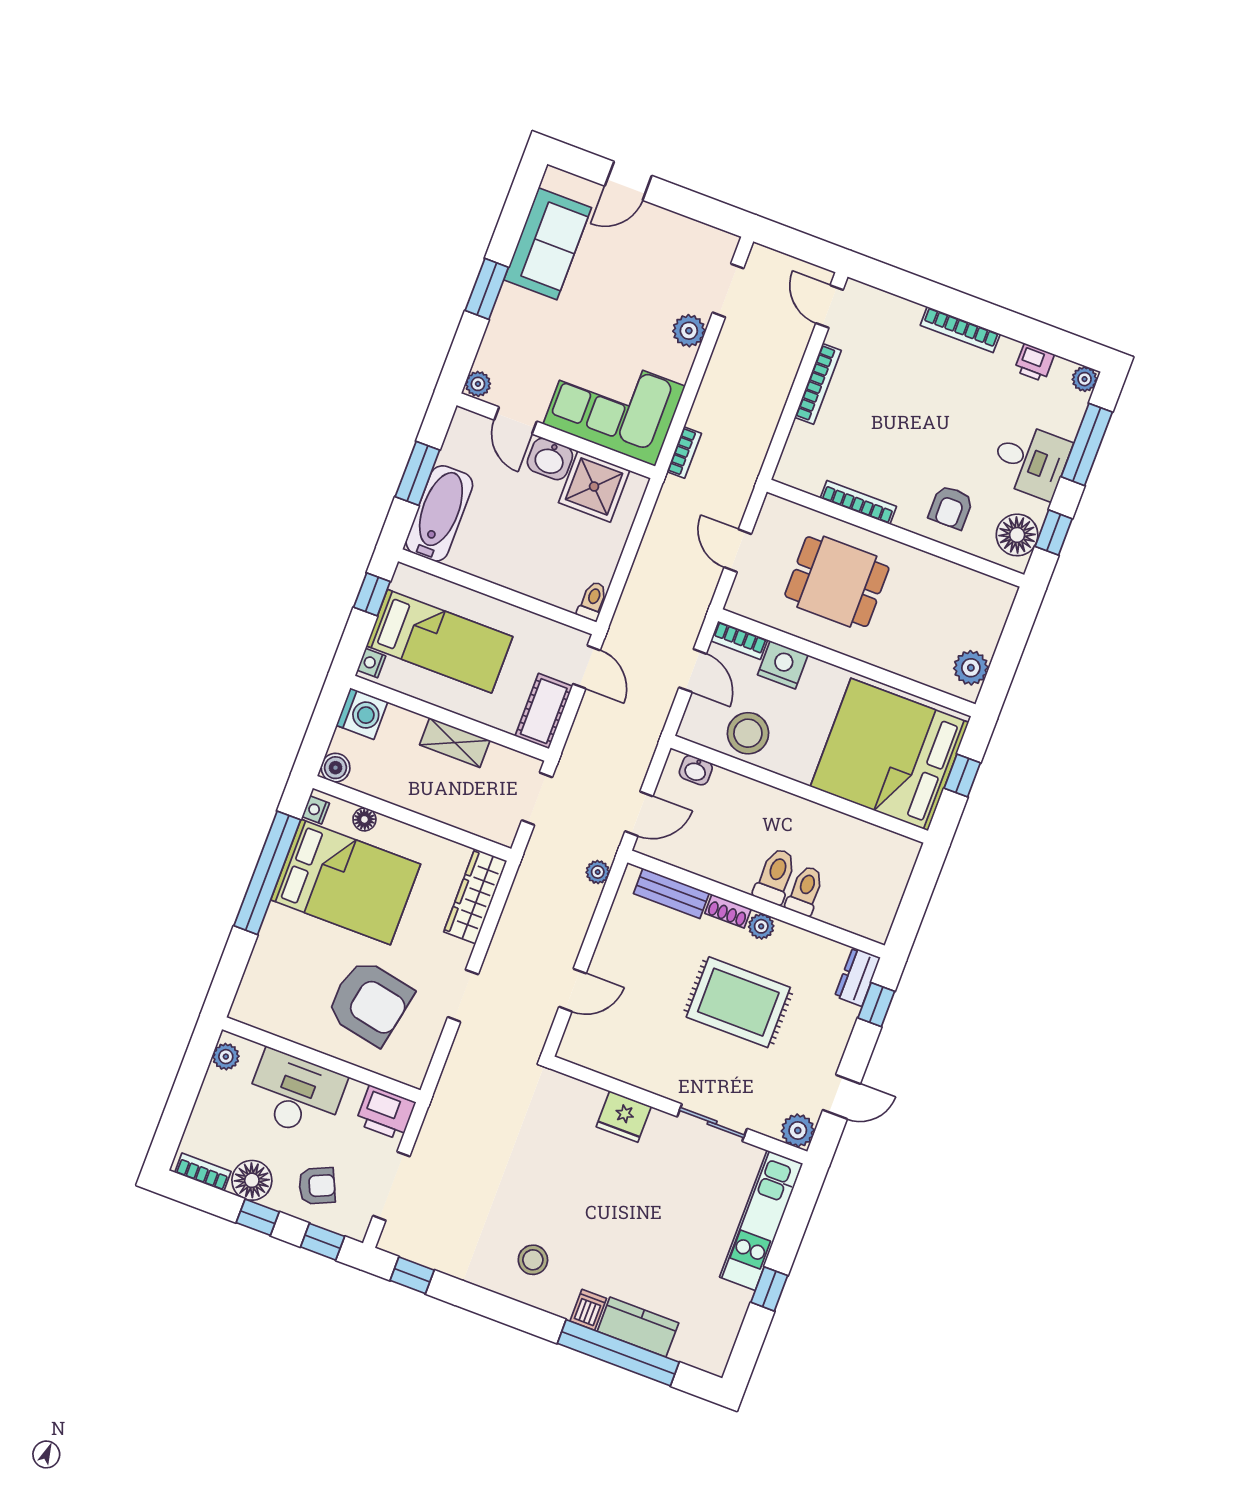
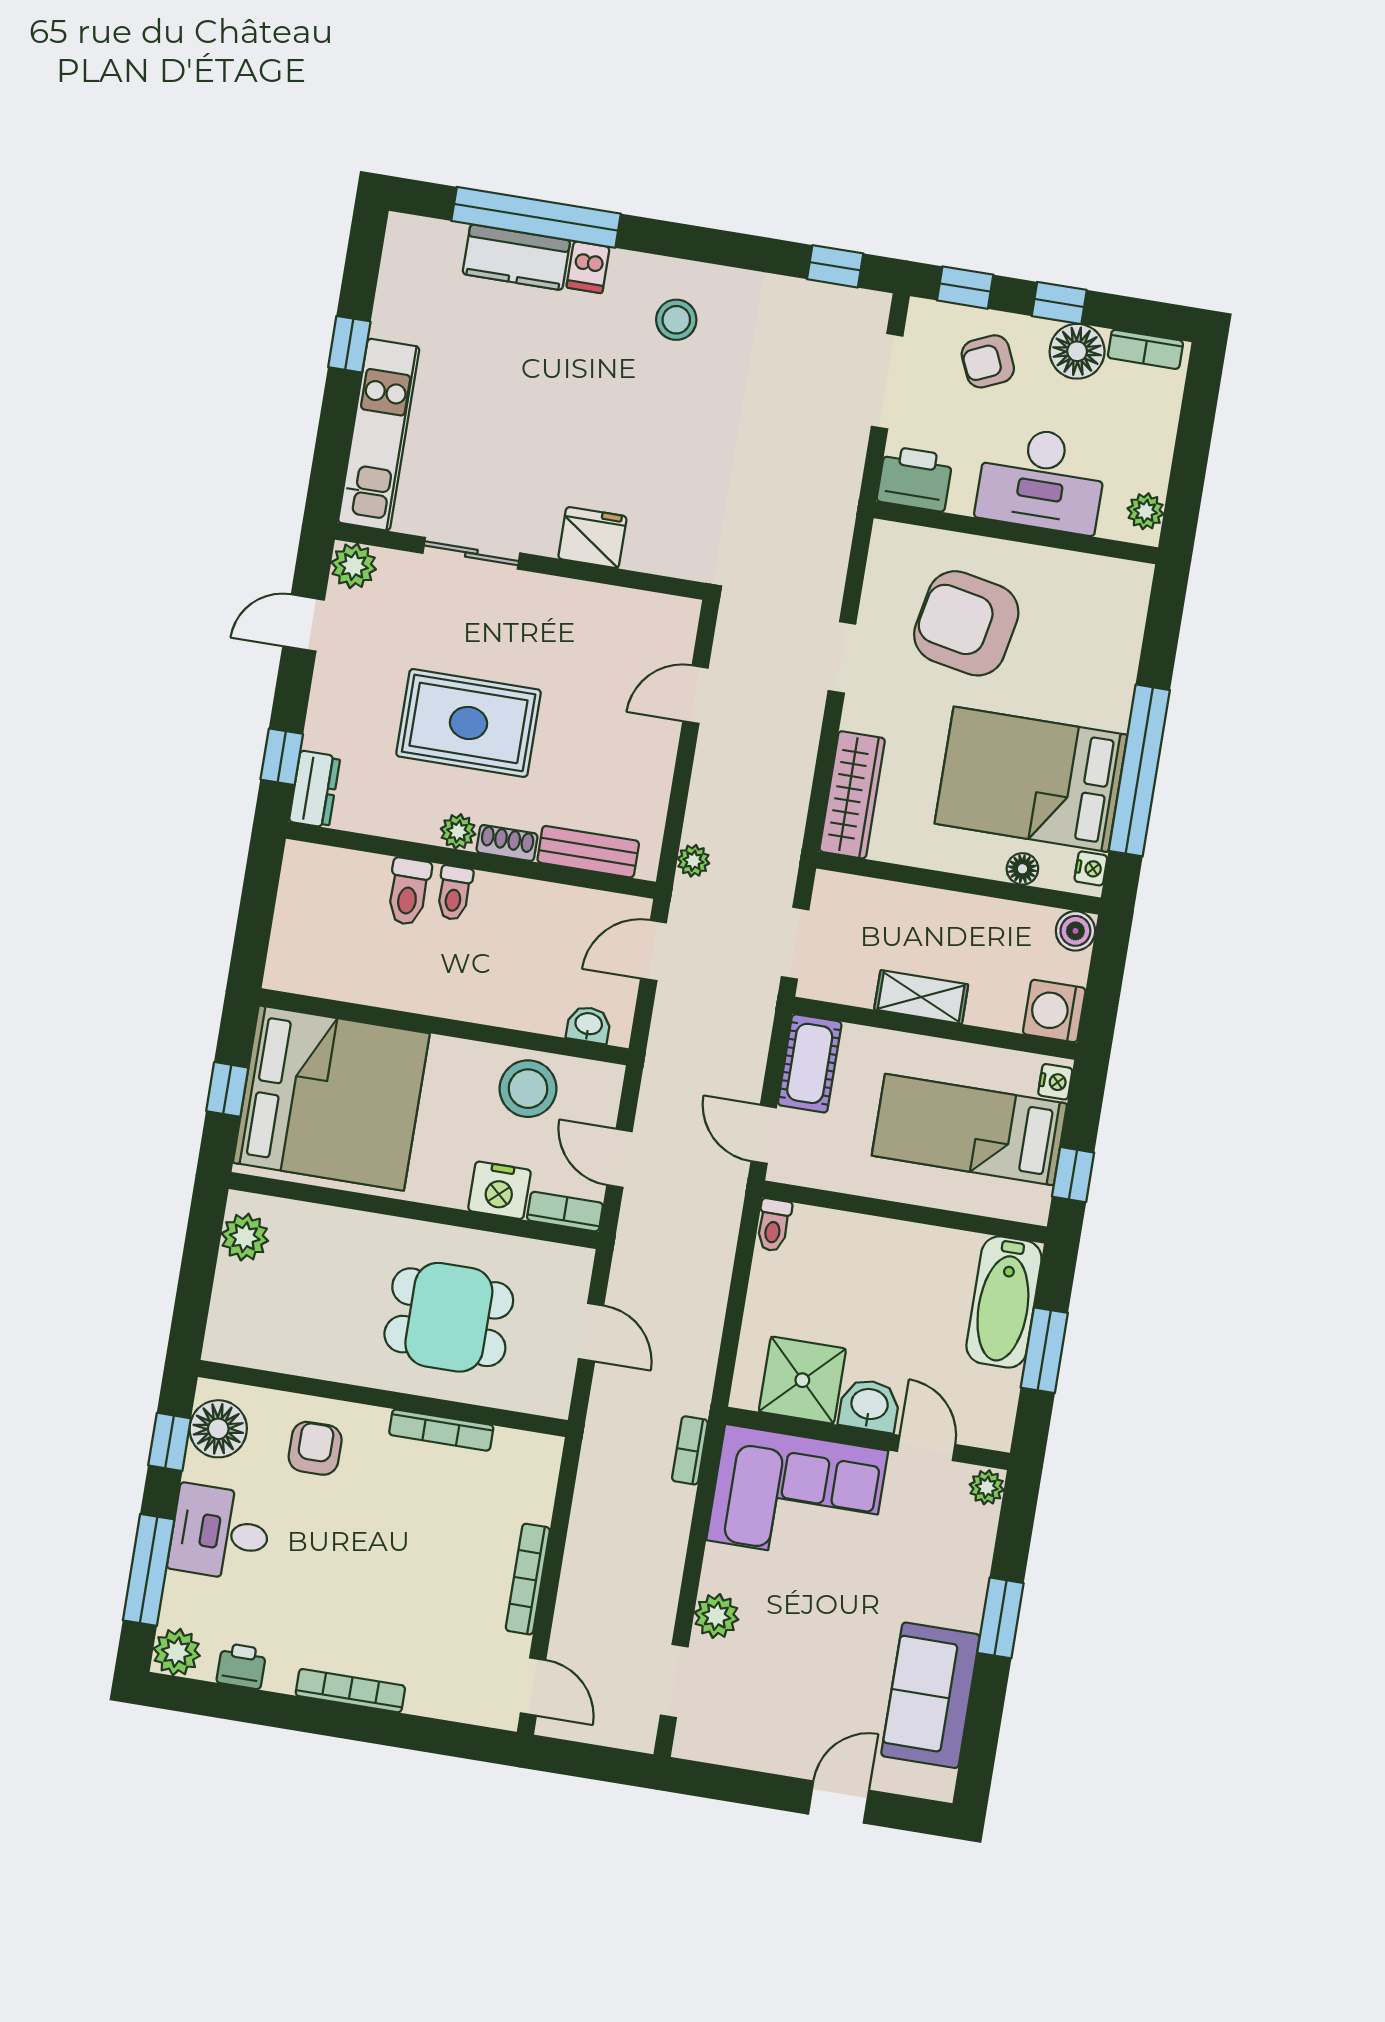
plant: (1085, 379) -> (177, 1652), width x1.38, depth x1.38
toilet: (775, 876) -> (454, 893), width x0.73, depth x0.72

